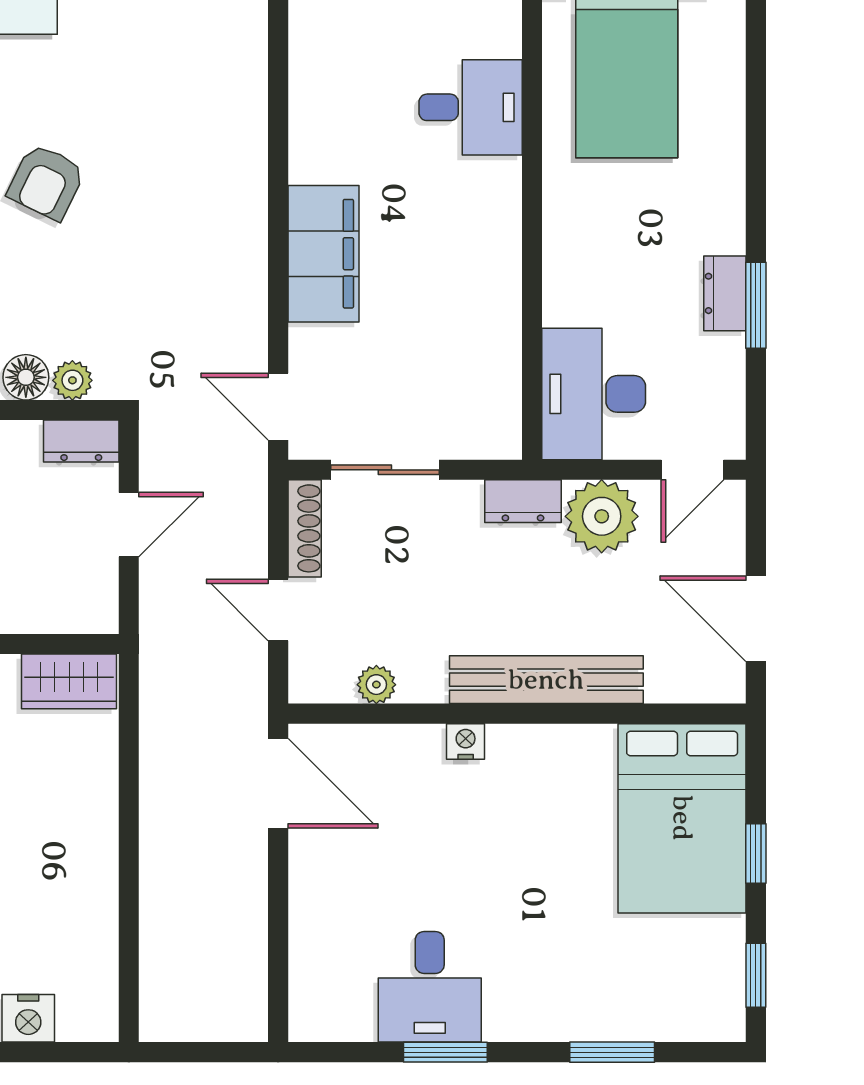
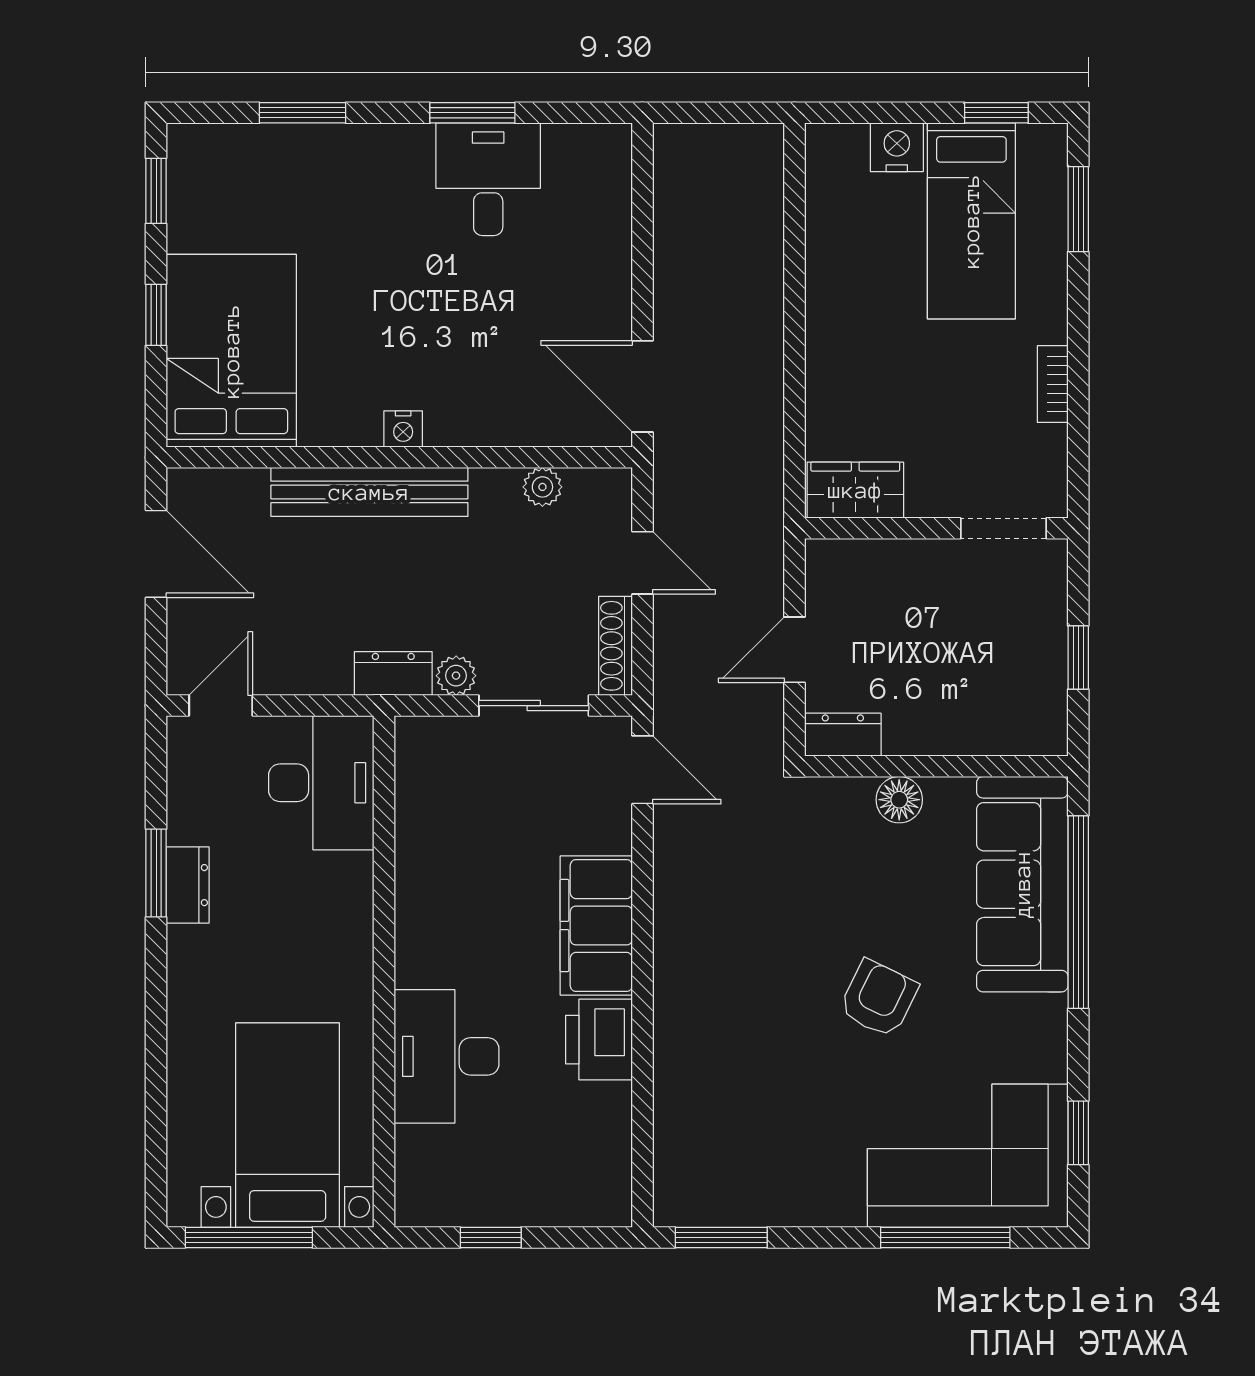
desk: (471, 107) -> (447, 1056), width x1.37
printer: (321, 142) -> (599, 1040), added
plant: (72, 380) -> (852, 797), removed
plant: (602, 516) -> (456, 676), moved, width x0.53, depth x0.53
nightstand: (466, 741) -> (403, 429), moved

